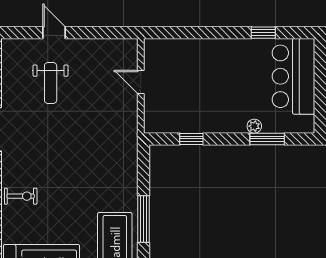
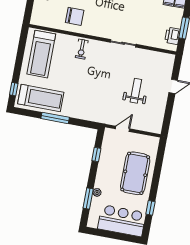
pool table: (211, 69) -> (135, 173), added
door: (141, 82) -> (122, 129), moved
weight bench: (51, 83) -> (136, 91), moved, turned 90

